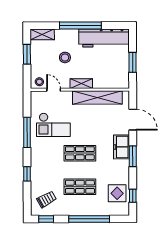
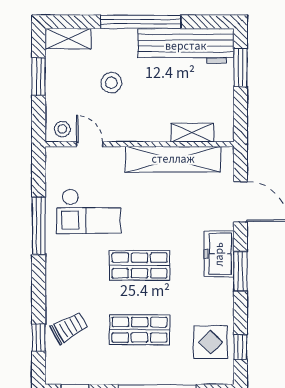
window: (133, 62) -> (240, 68), moved
shelving: (81, 84) -> (192, 133), moved
window: (27, 174) -> (39, 338), moved
trolley: (47, 199) -> (69, 328), moved

